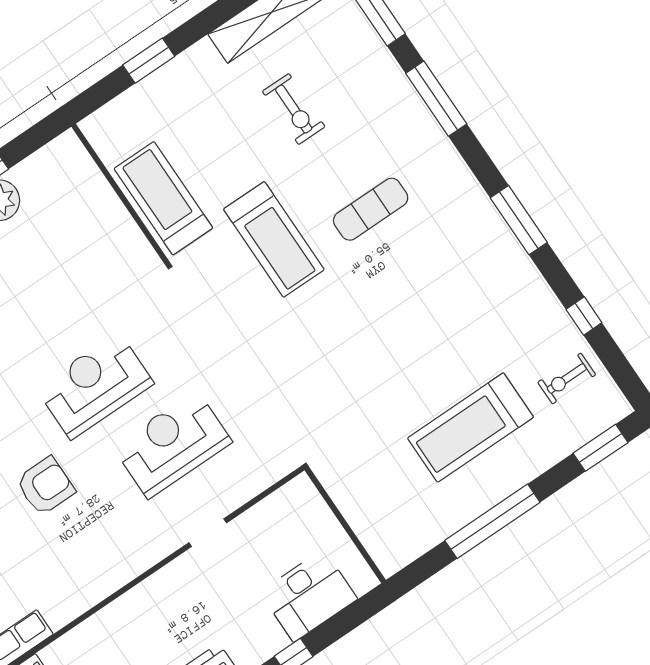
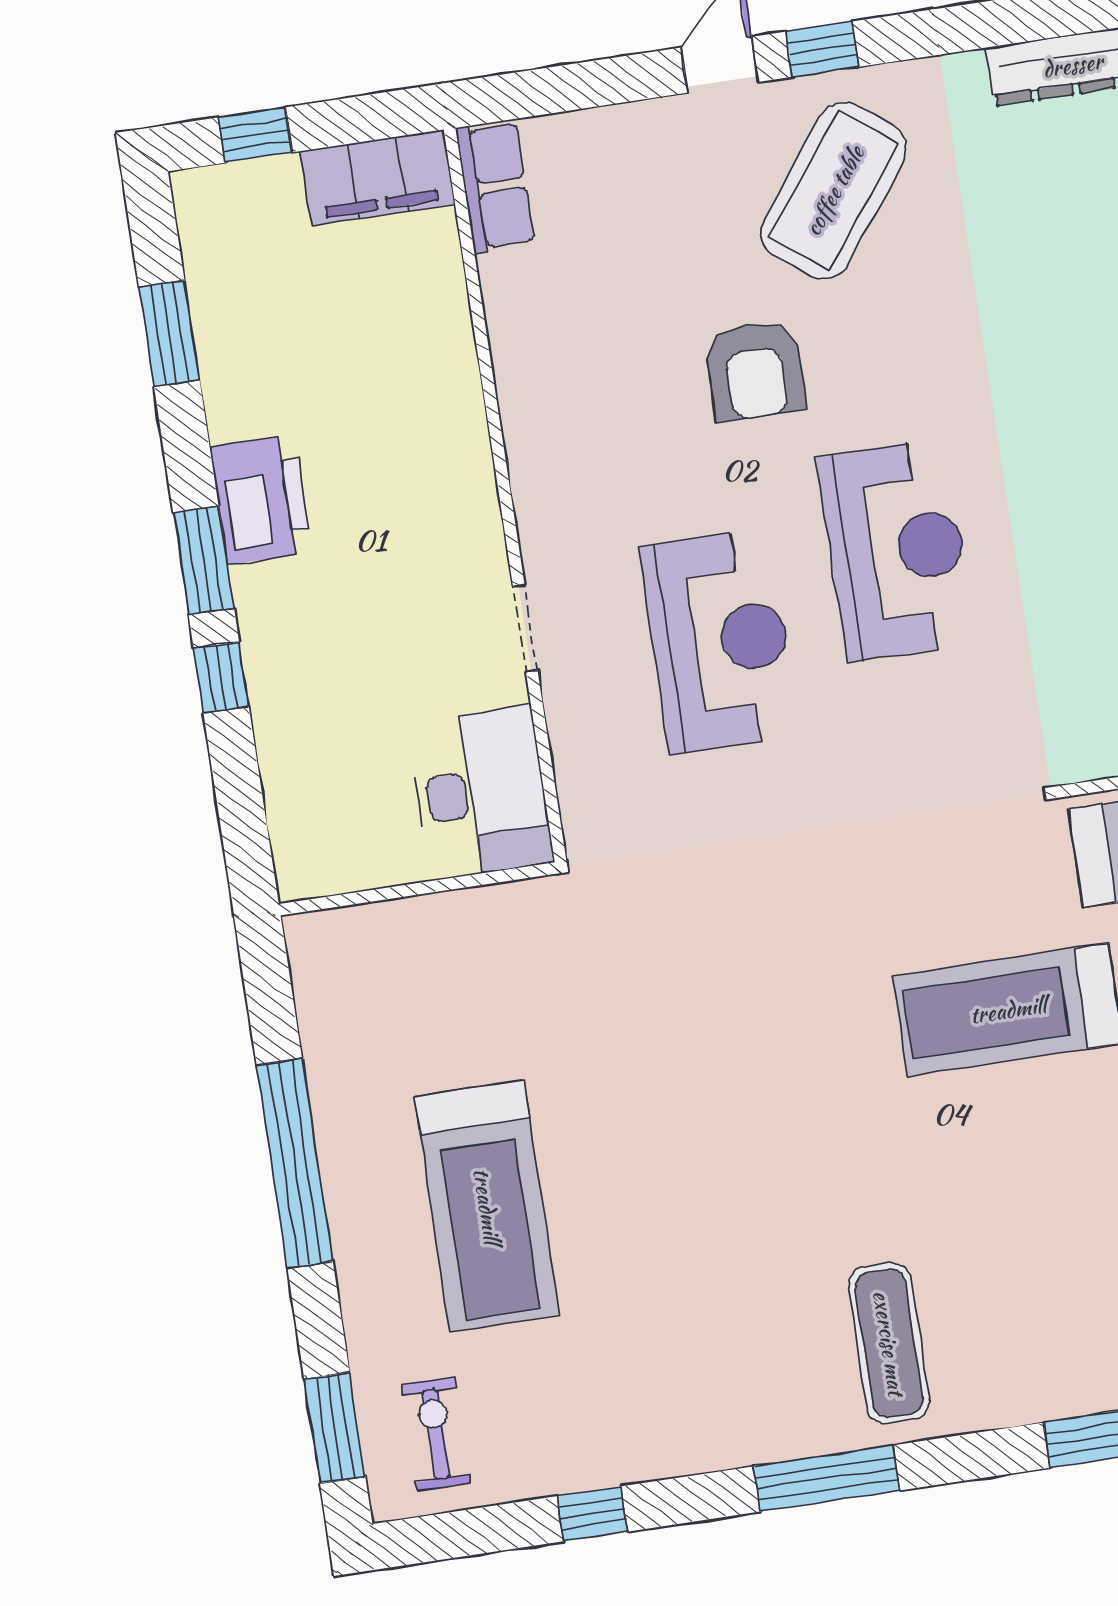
exercise mat: (371, 209) -> (889, 1343), moved
exercise bike: (567, 379) -> (436, 1434), moved
treadmill: (471, 428) -> (487, 1206), turned 180
desk: (309, 596) -> (481, 793), moved, turned 180

